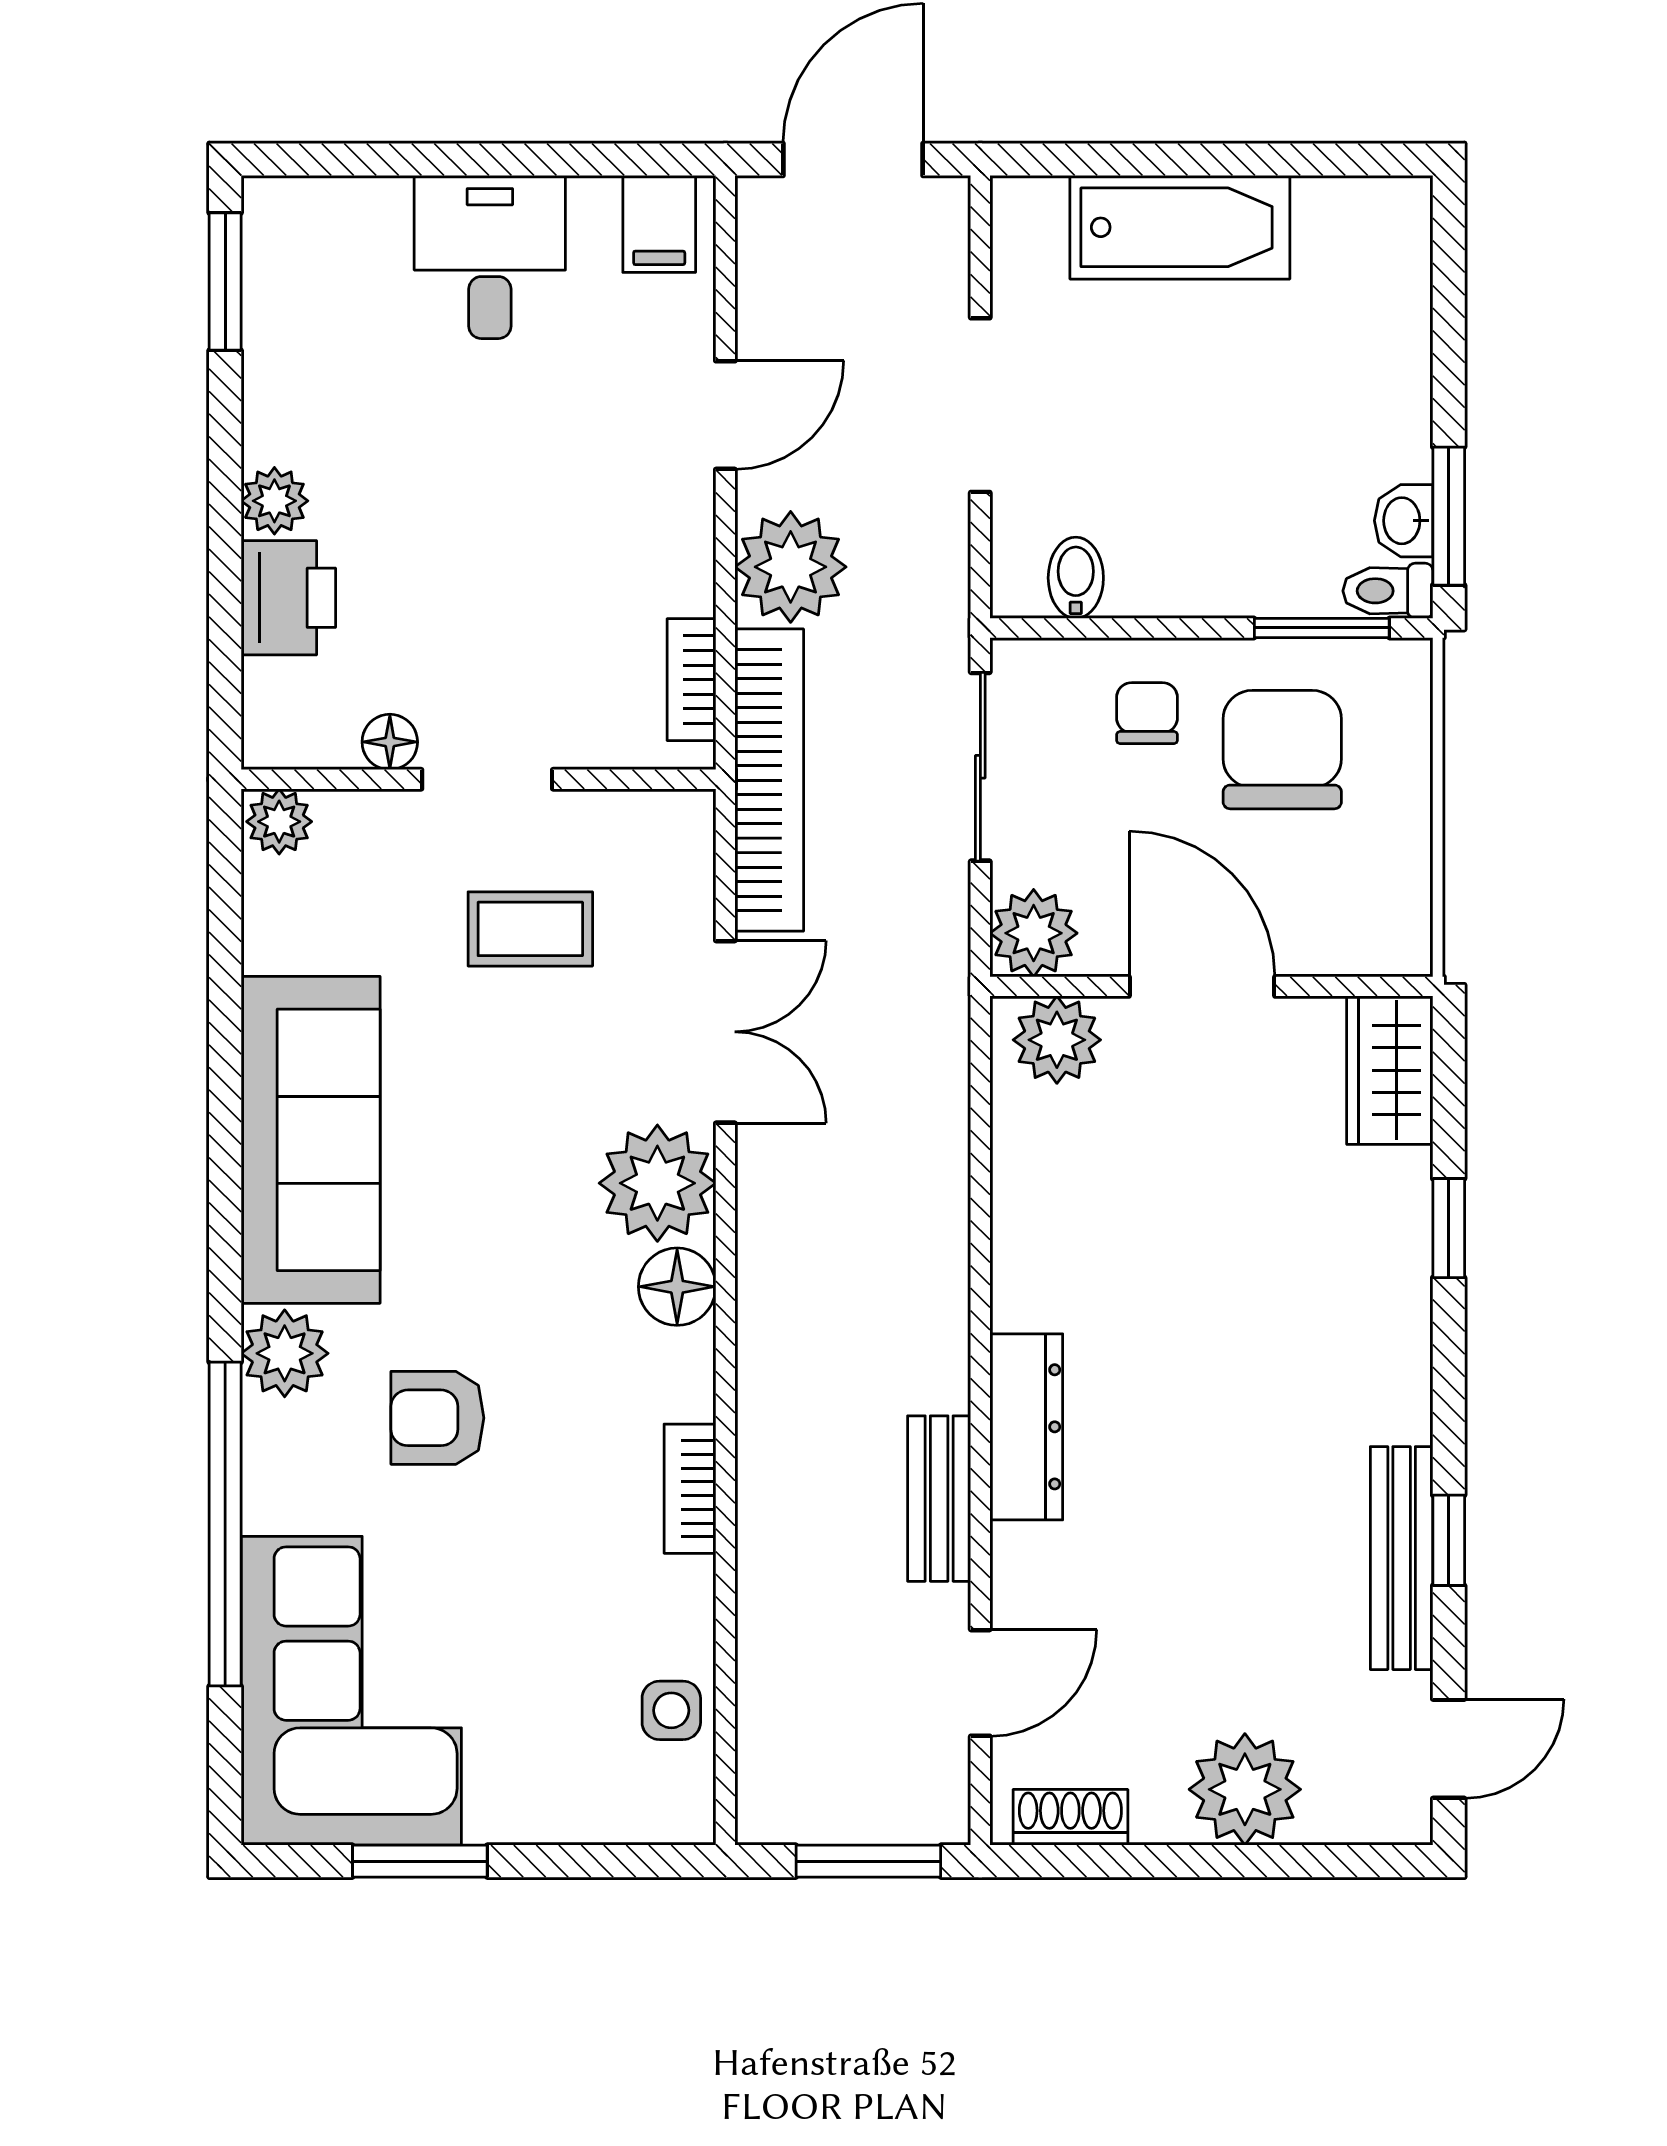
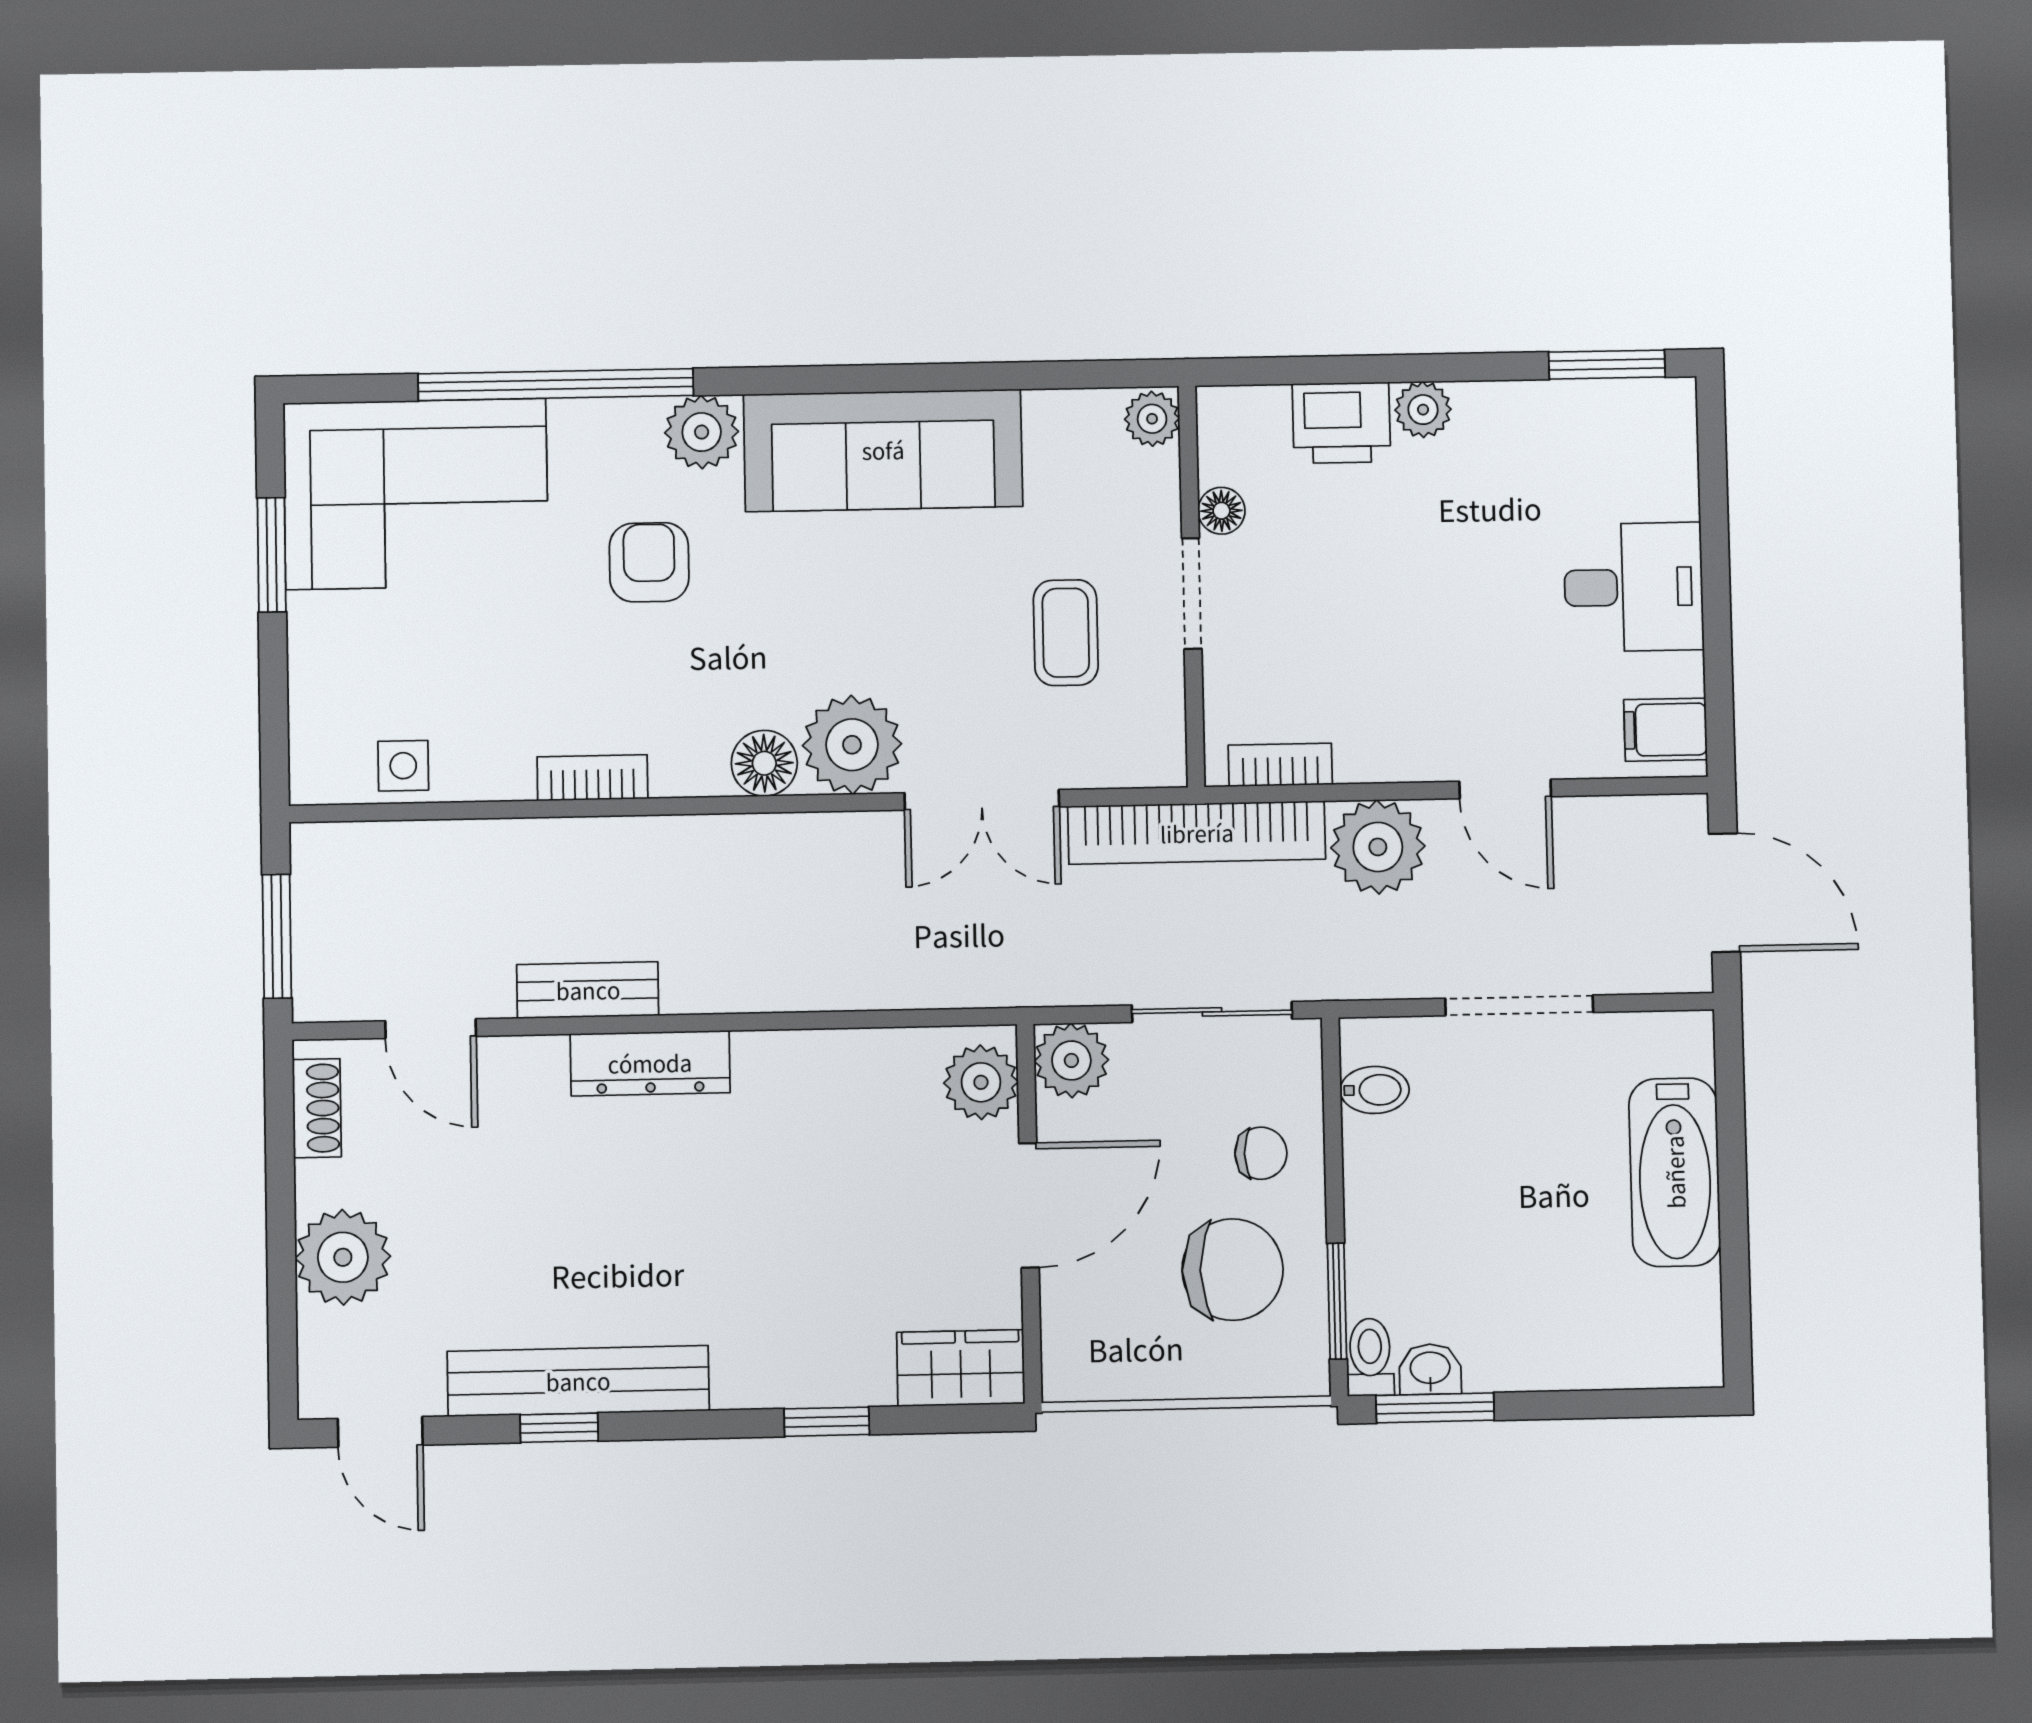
bench: (1402, 1558) -> (578, 1381), width x1.37, depth x1.21

